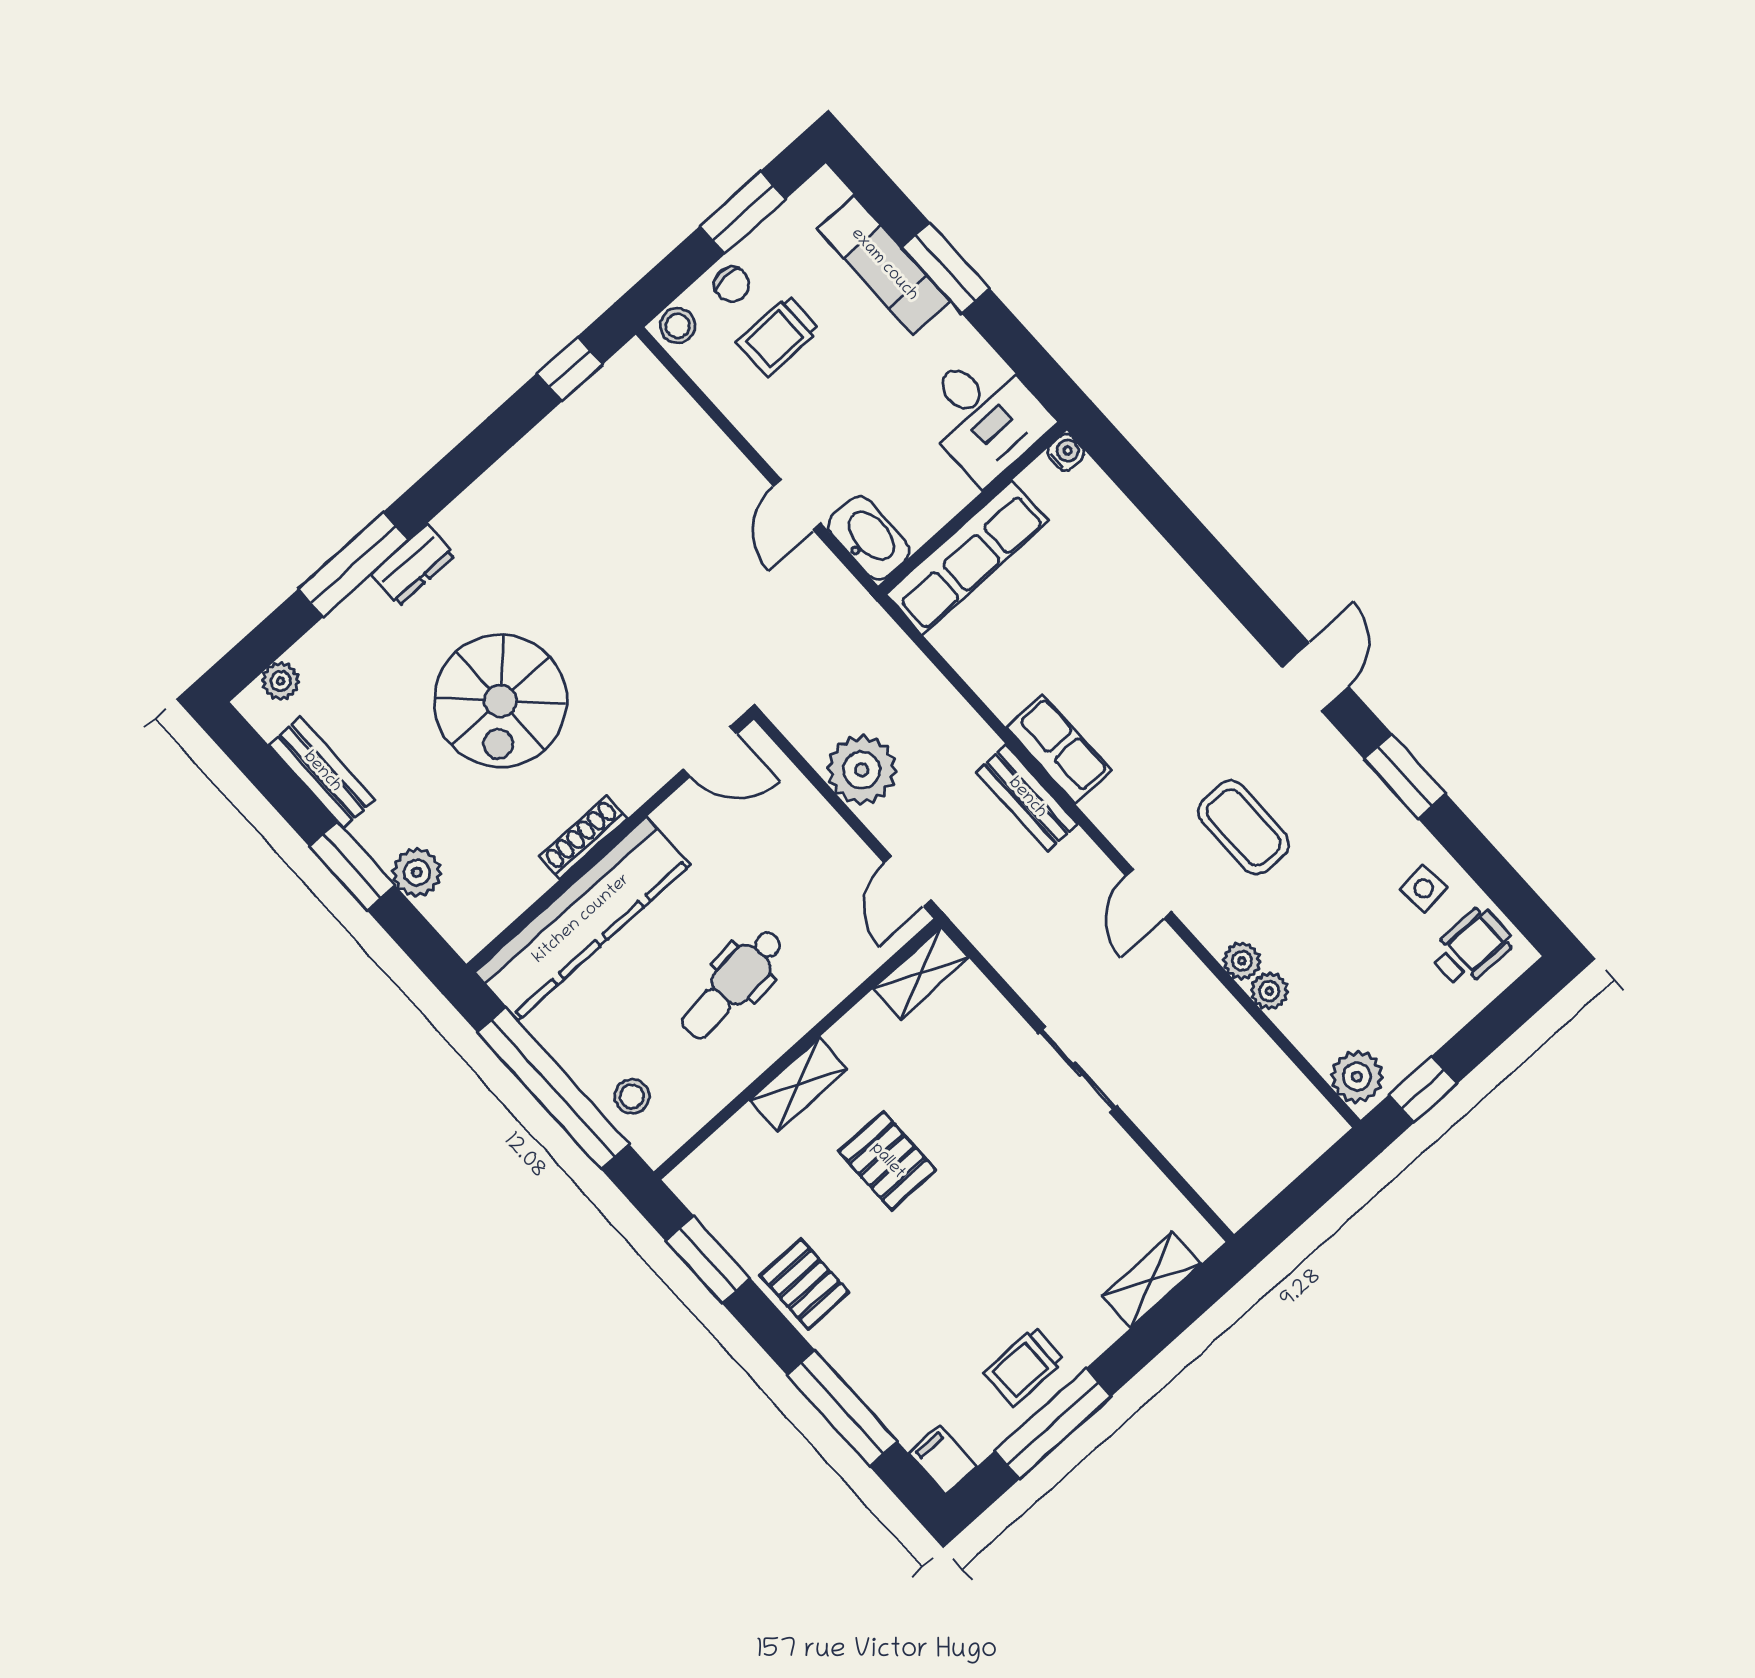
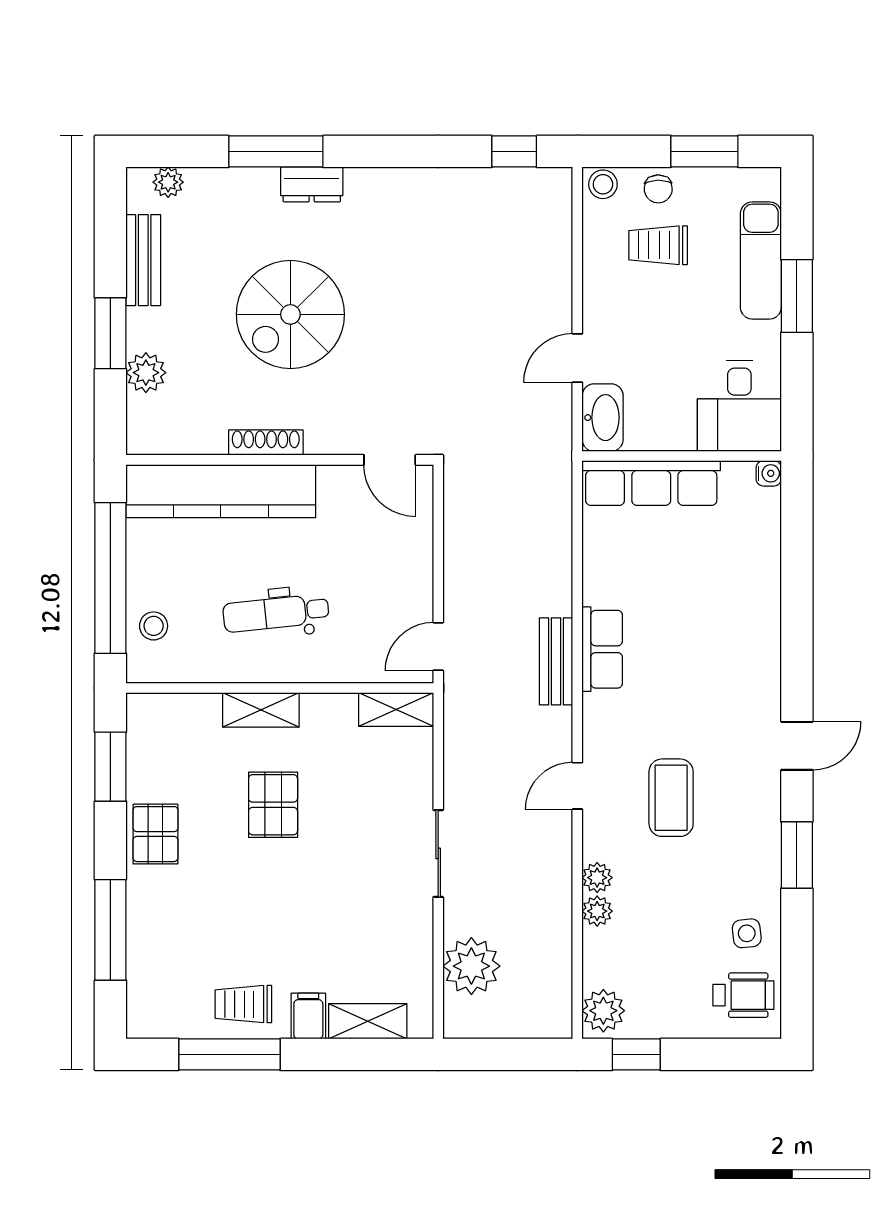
plant: (862, 770) -> (471, 966), moved
filing cabinet: (943, 1460) -> (308, 1016), moved

